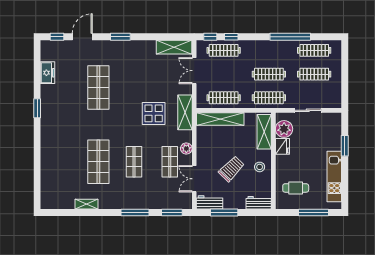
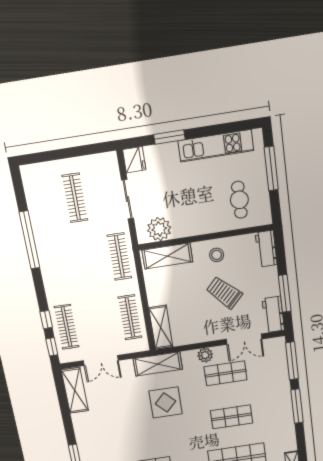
clothes rail: (314, 50) -> (42, 203), removed
clothes rail: (269, 74) -> (87, 262), removed
shelving: (220, 119) -> (161, 327), width x0.68
fridge: (282, 146) -> (134, 160), moved, turned 90
window: (172, 213) -> (292, 361), width x1.44

